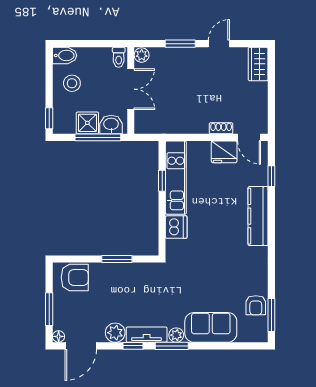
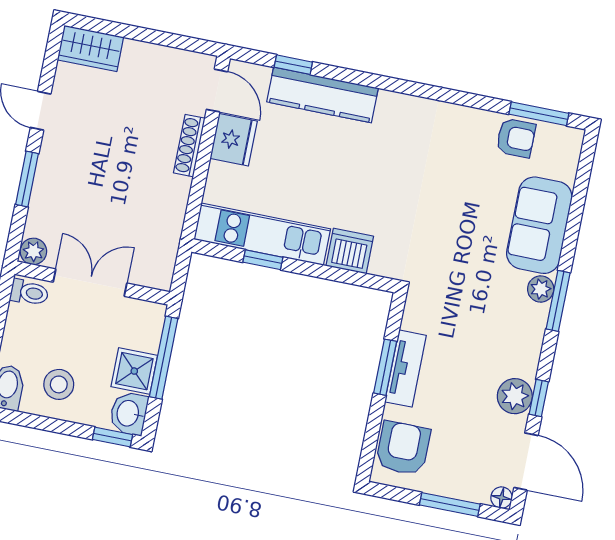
washbasin: (111, 124) -> (129, 413), moved
shoe rack: (221, 128) -> (189, 146), width x1.43
door: (249, 137) -> (217, 91), hinge flipped
kitchen counter: (258, 216) -> (323, 95), moved
tv unit: (147, 335) -> (406, 369), moved, turned 180
window: (133, 346) -> (539, 398), moved

